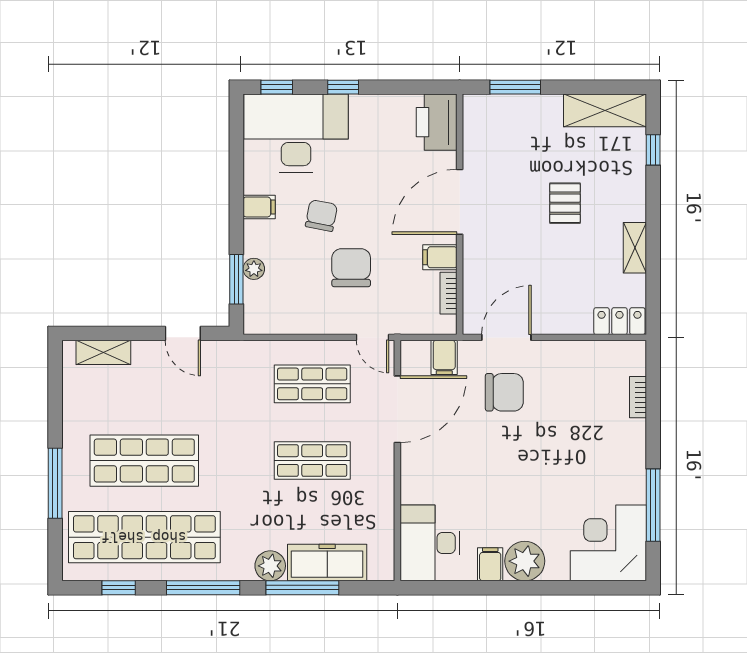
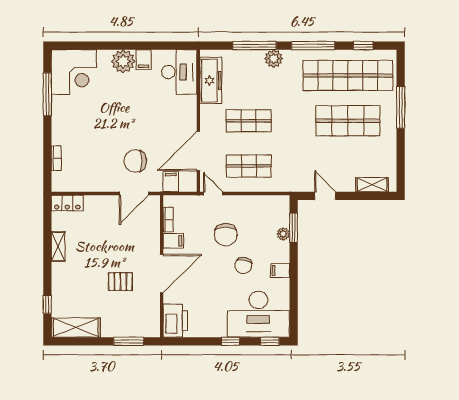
pallet: (565, 203) -> (120, 282), moved, turned 90
freezer: (327, 563) -> (211, 80), moved, turned -90

